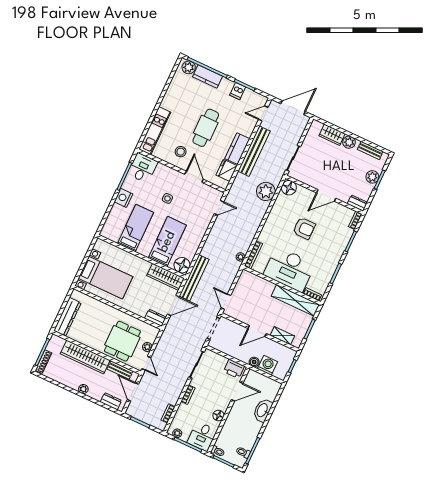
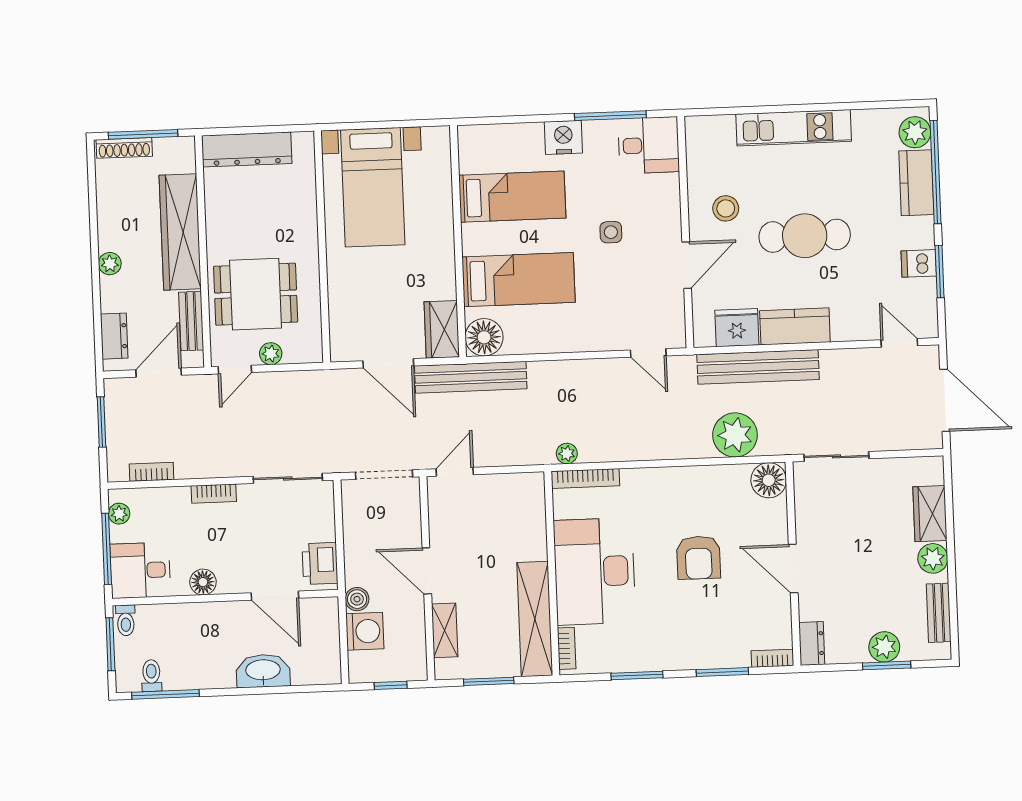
kitchen unit: (155, 131) -> (794, 128), moved
bench: (254, 151) -> (758, 367), moved
wardrobe: (166, 277) -> (442, 329), width x0.67
dresser: (155, 318) -> (342, 339), removed

